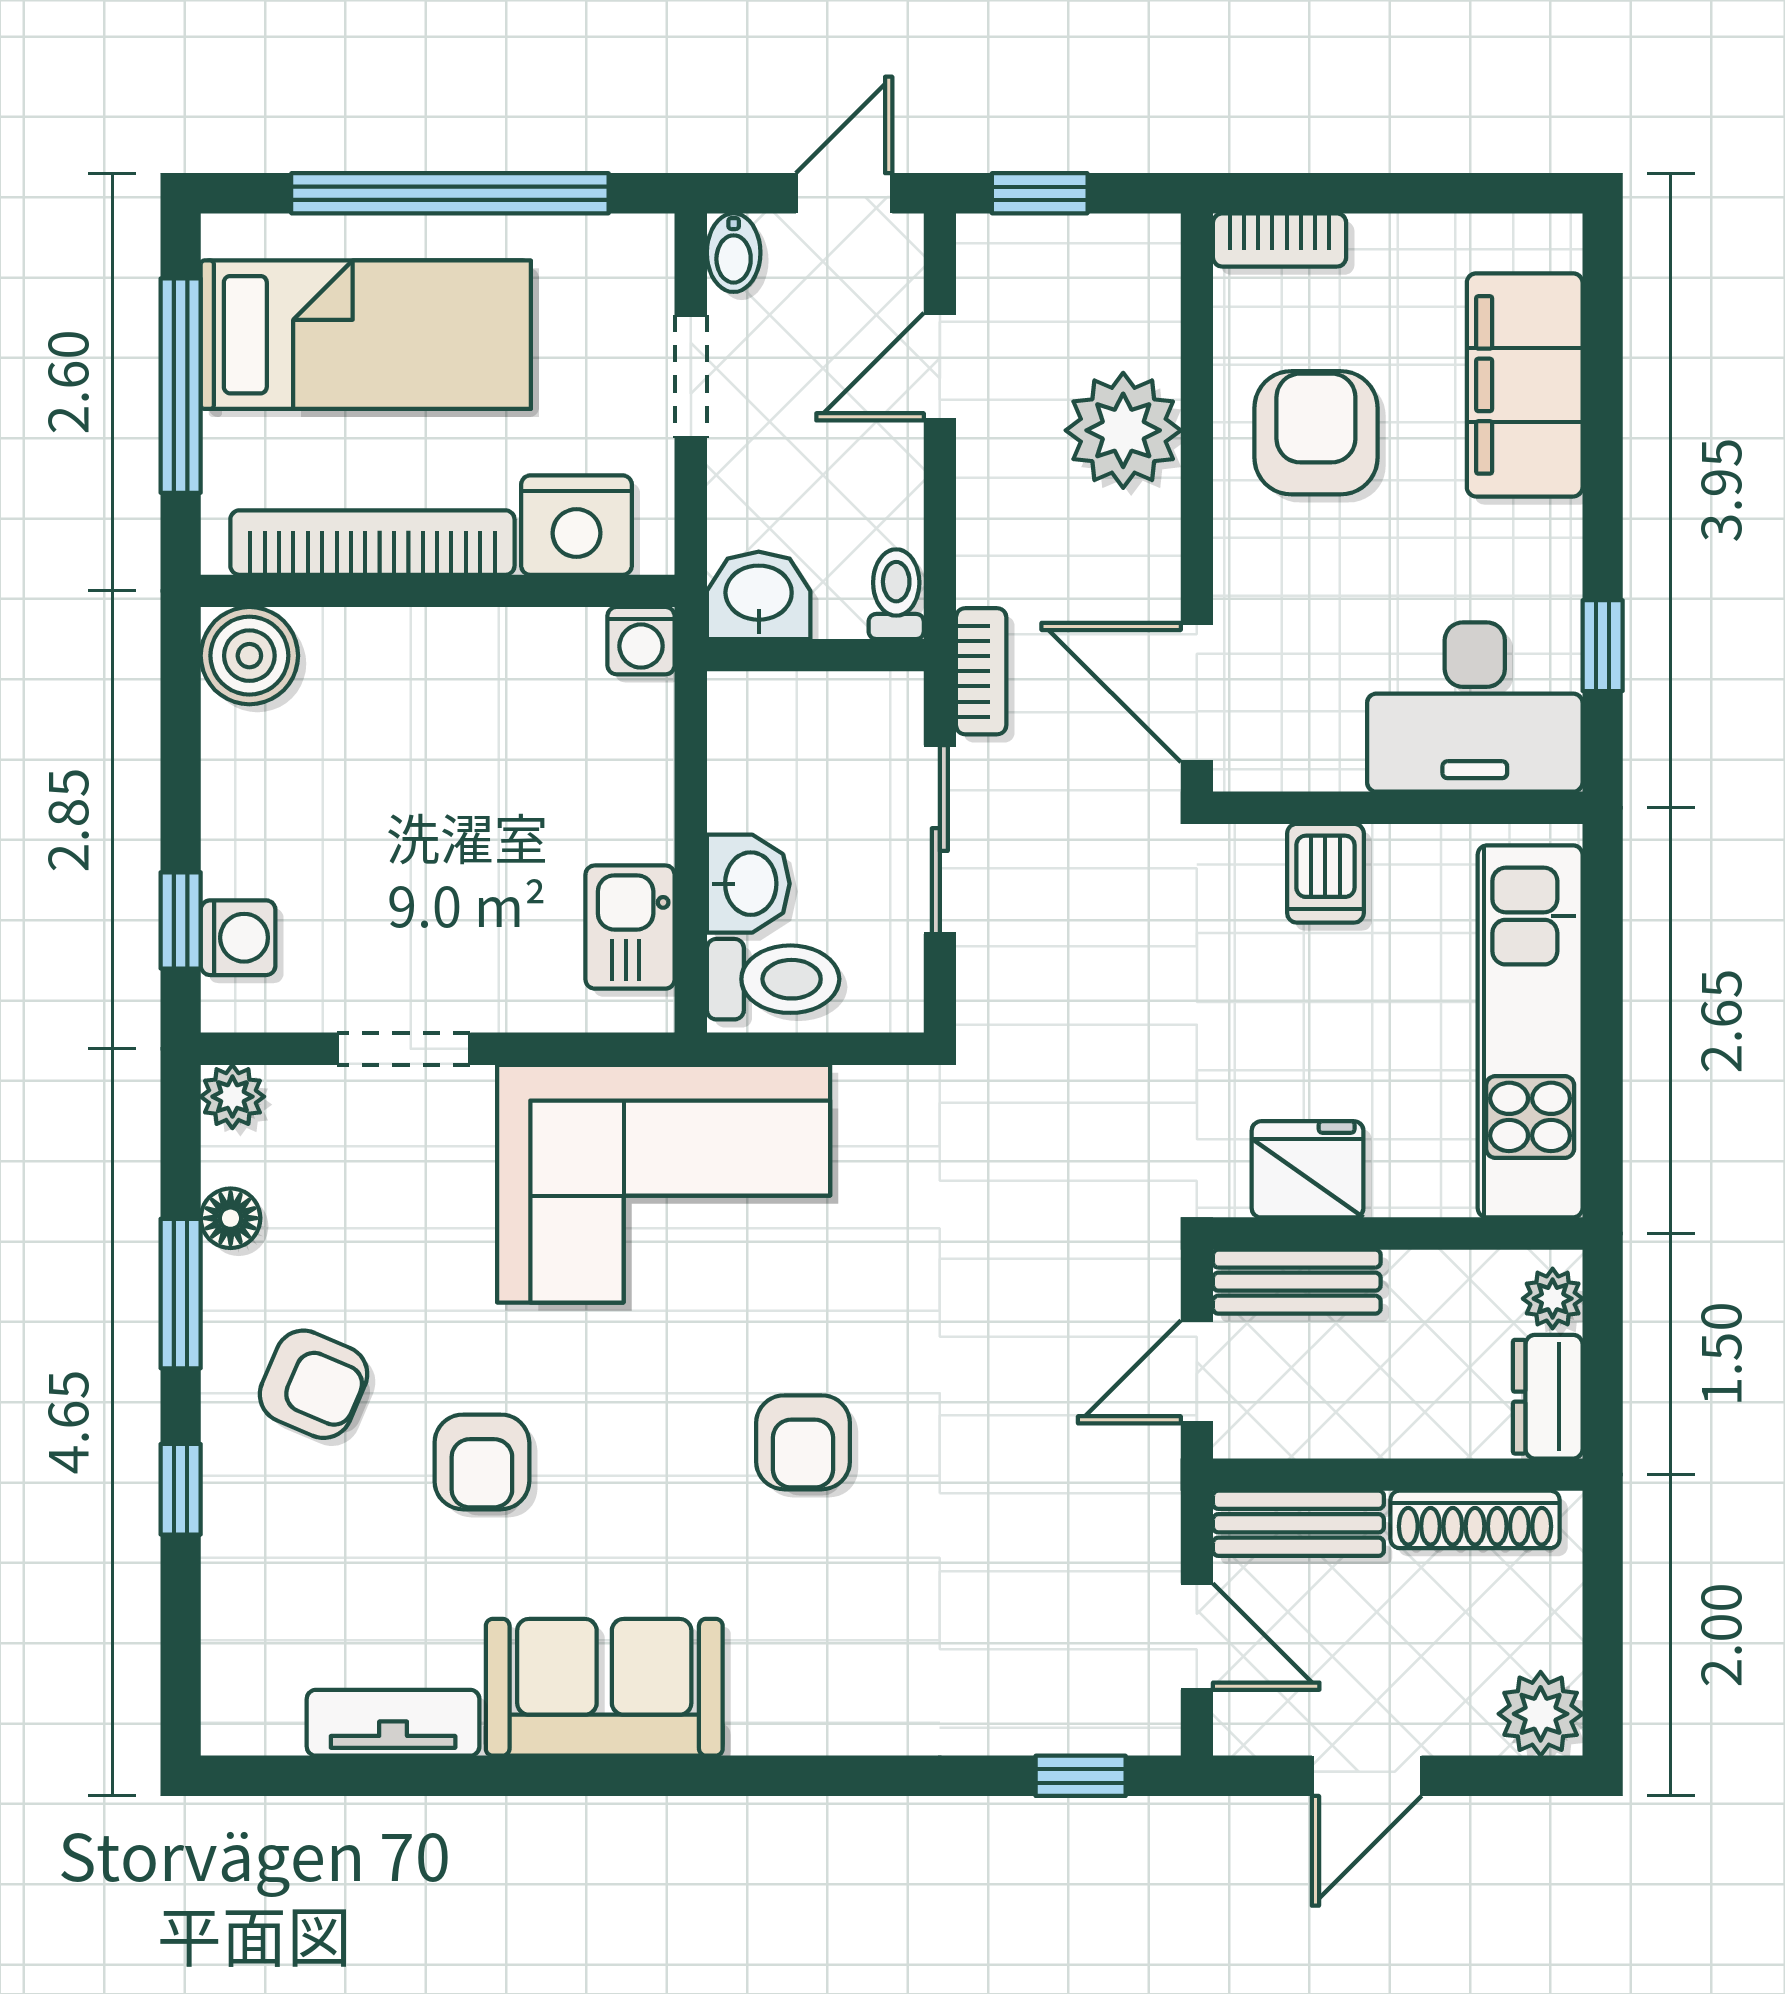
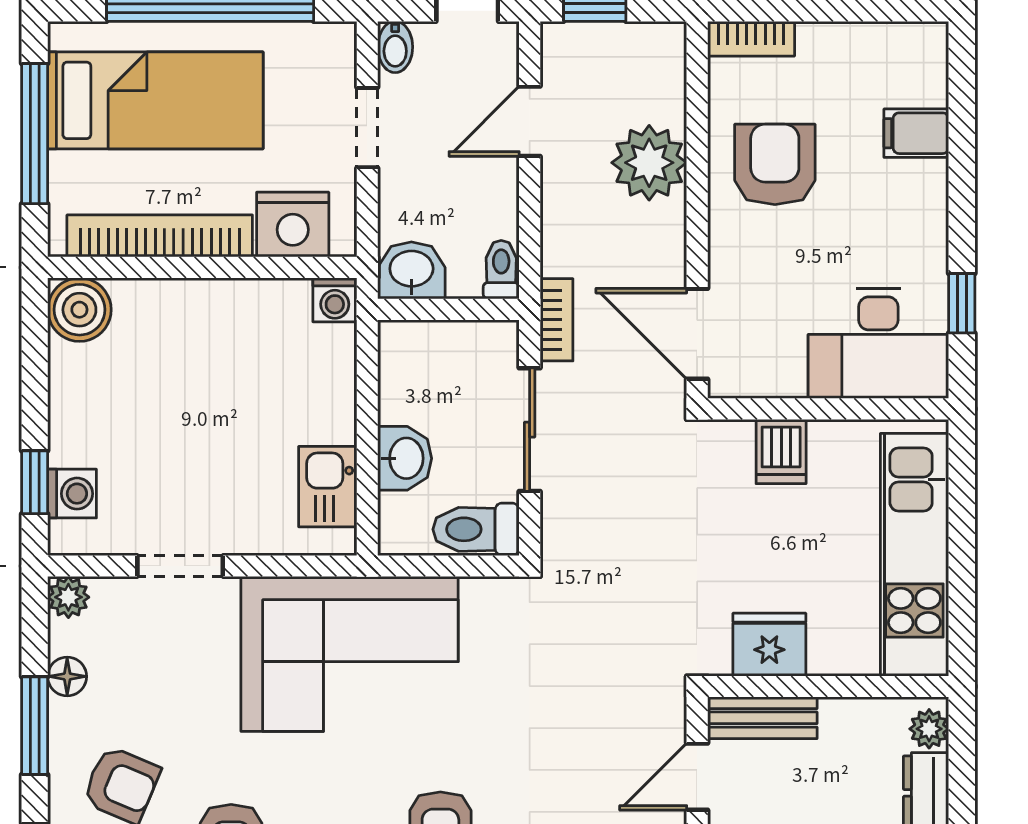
filing cabinet: (1525, 385) -> (916, 133), width x0.33, depth x0.86
toilet: (773, 979) -> (476, 529), moved, turned 180

